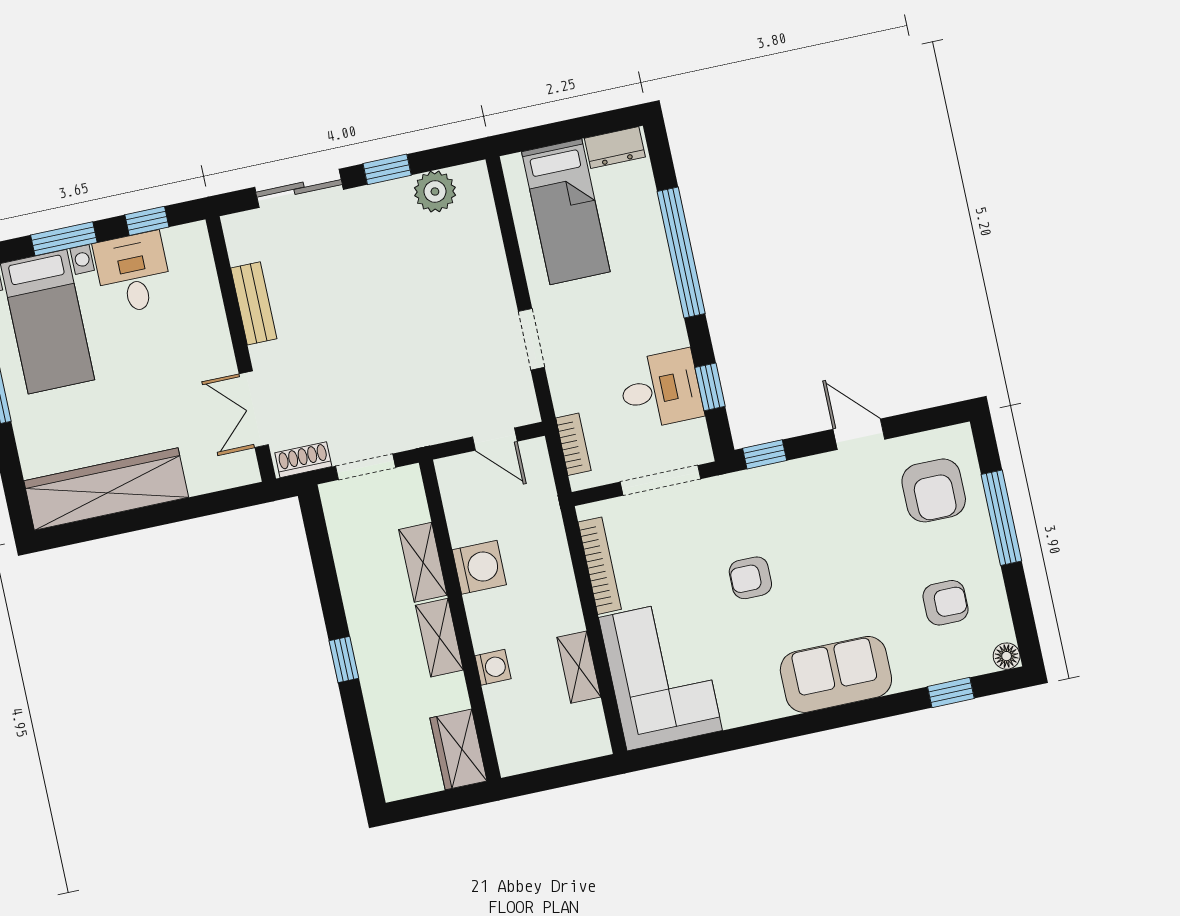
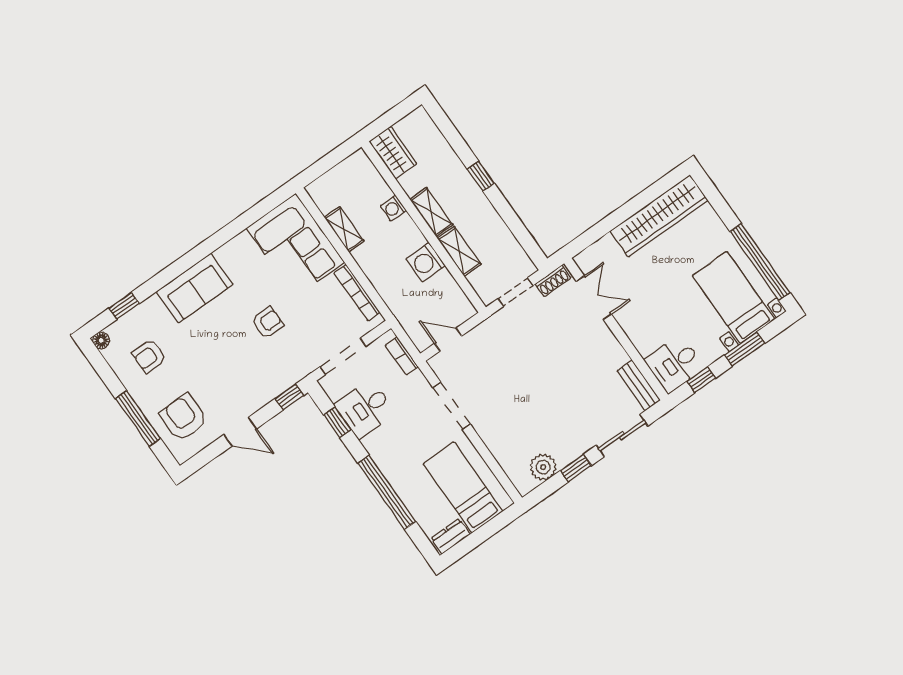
desk: (133, 273) -> (675, 364), moved, turned 90
bench: (254, 303) -> (639, 385), moved
doorway: (531, 339) -> (452, 406), width x1.38

